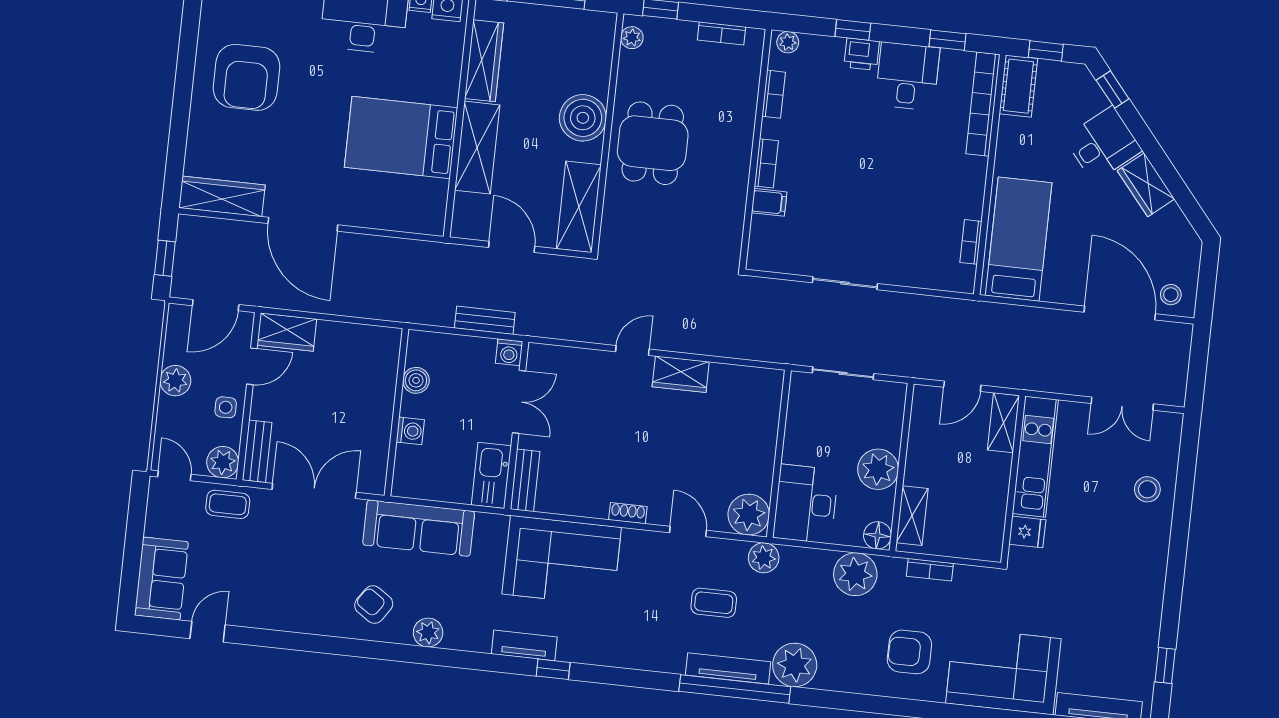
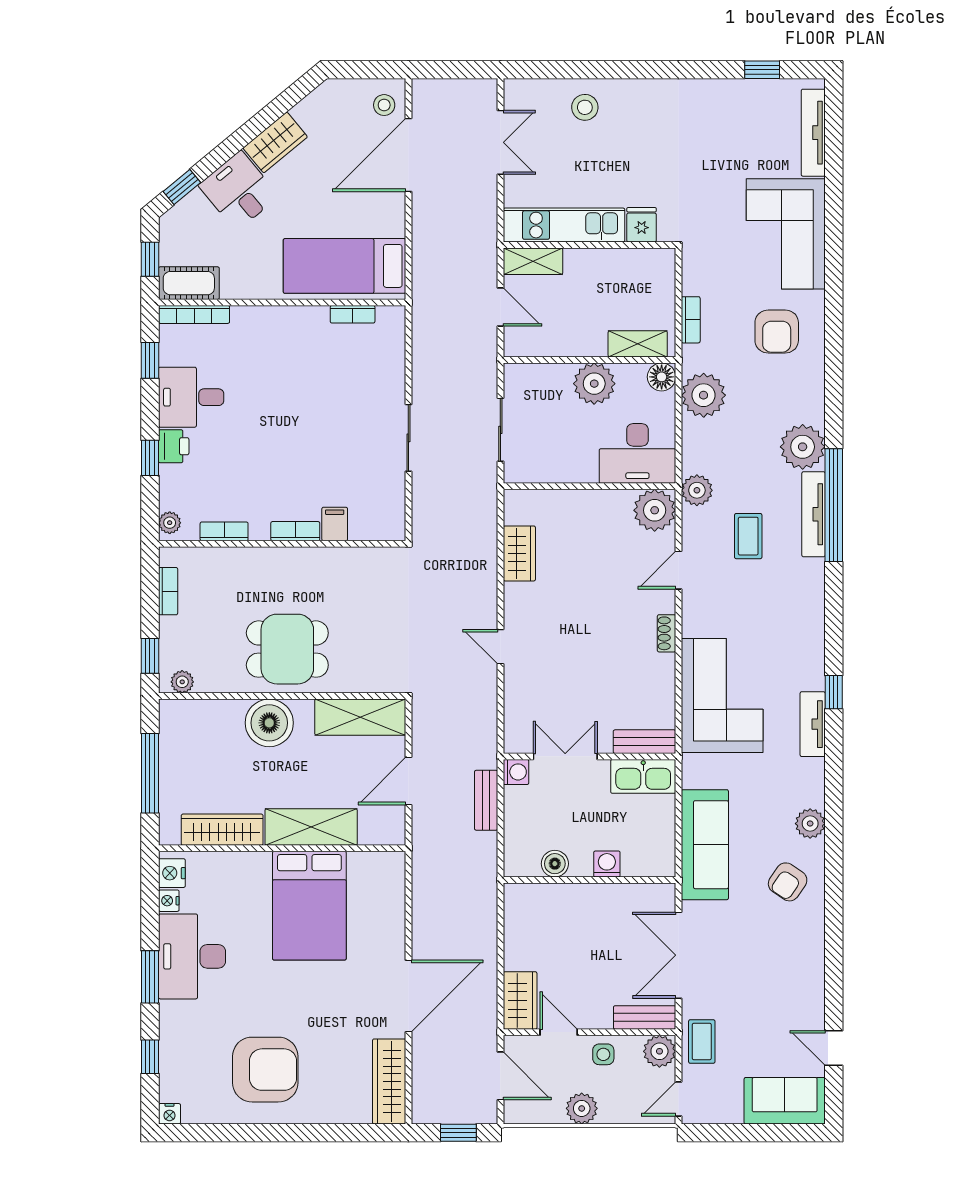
bookcase: (983, 104) -> (194, 314), width x0.68, depth x0.76
wardrobe: (681, 374) -> (519, 553), moved

